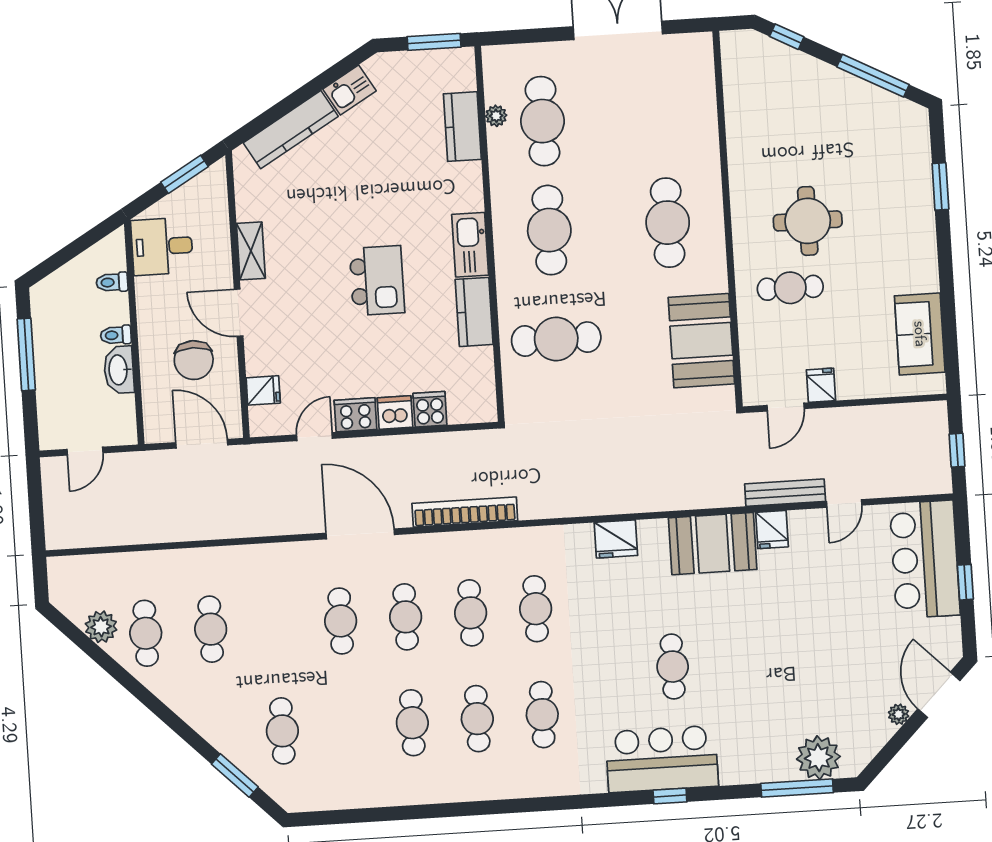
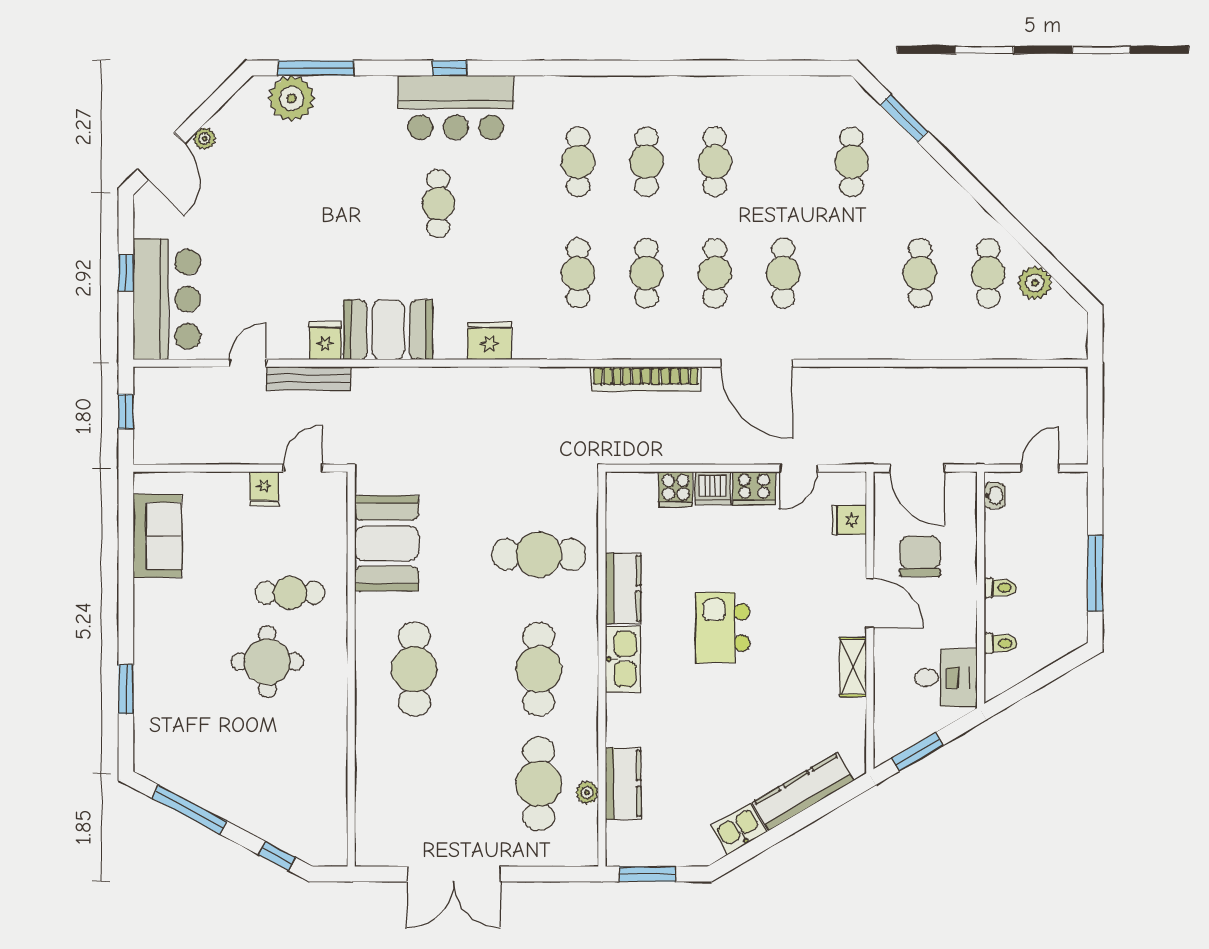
washbasin: (119, 370) -> (994, 496), moved, width x0.52, depth x0.69

